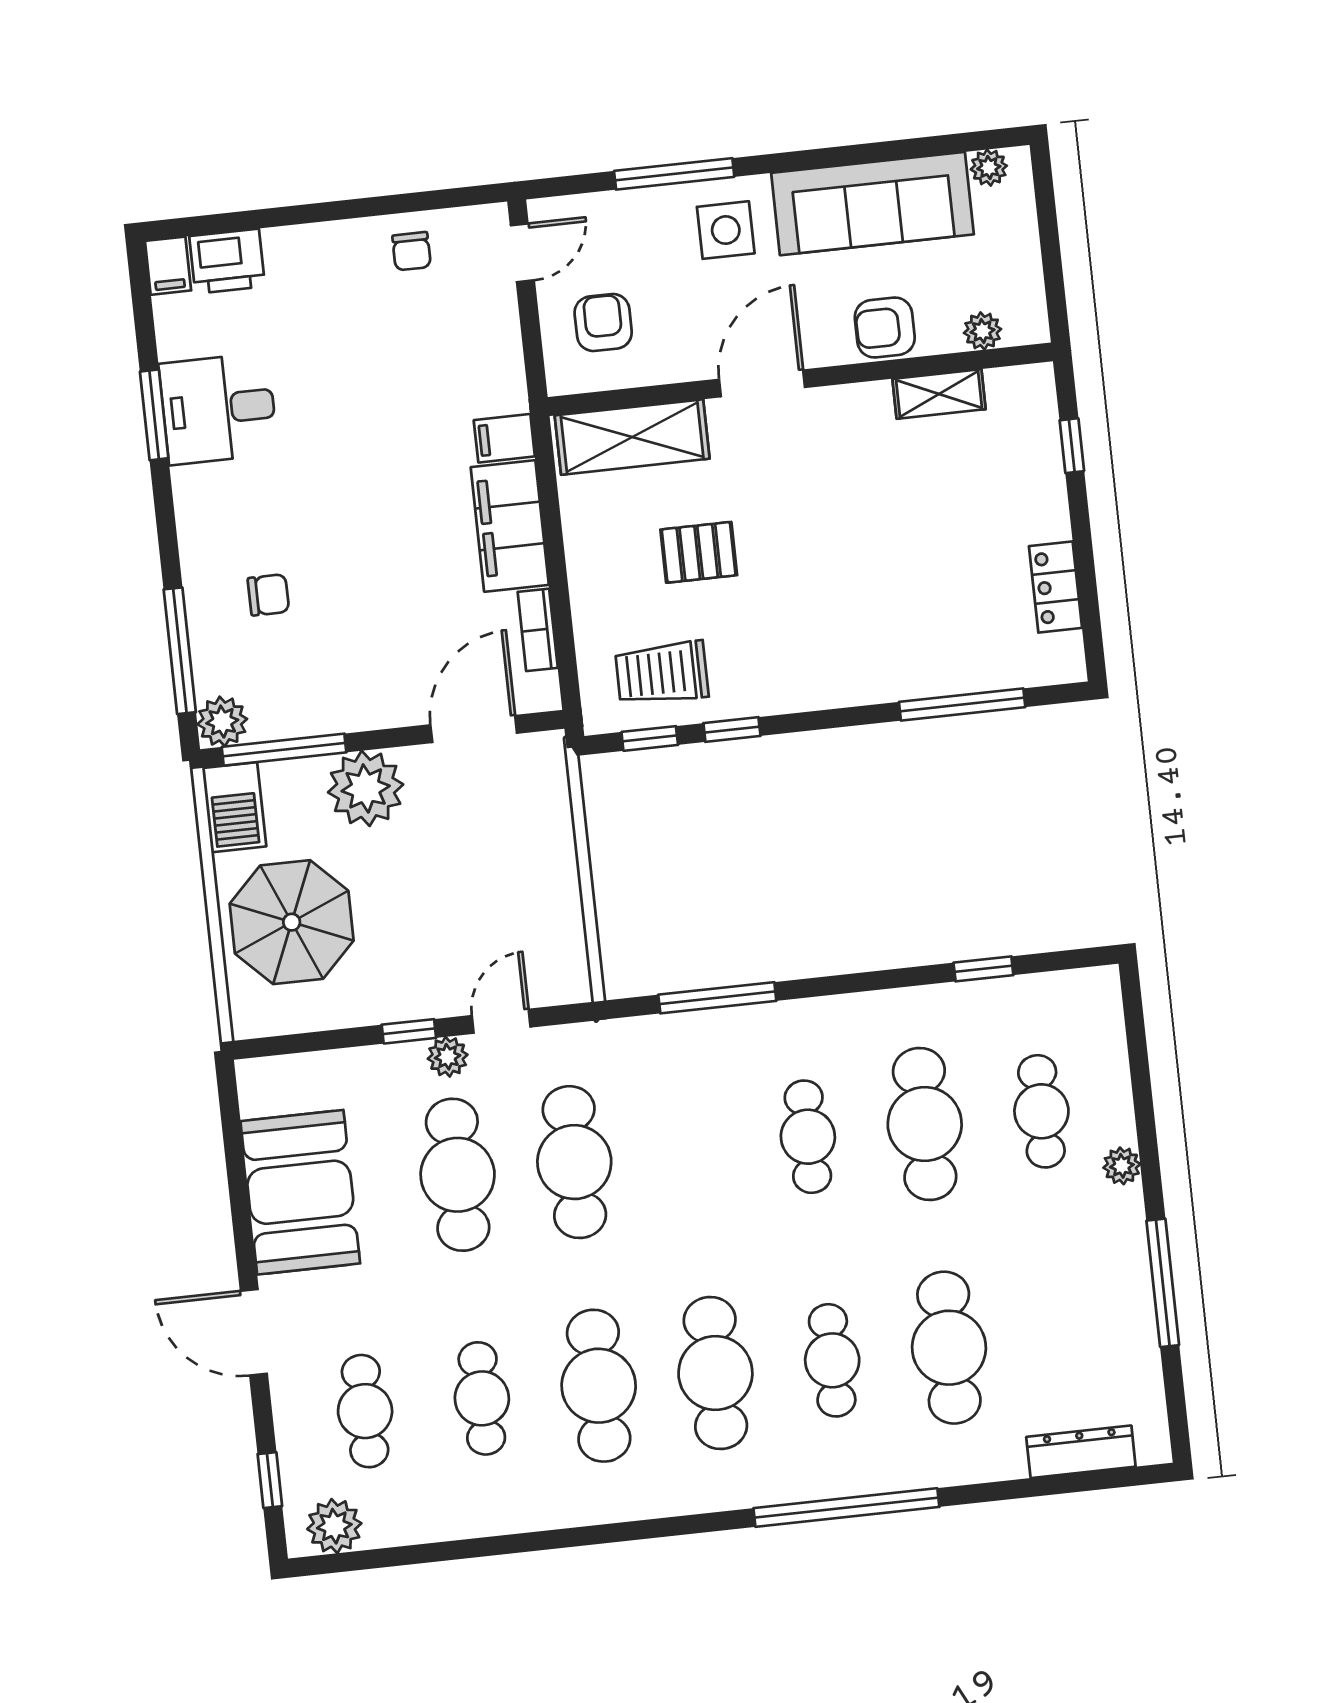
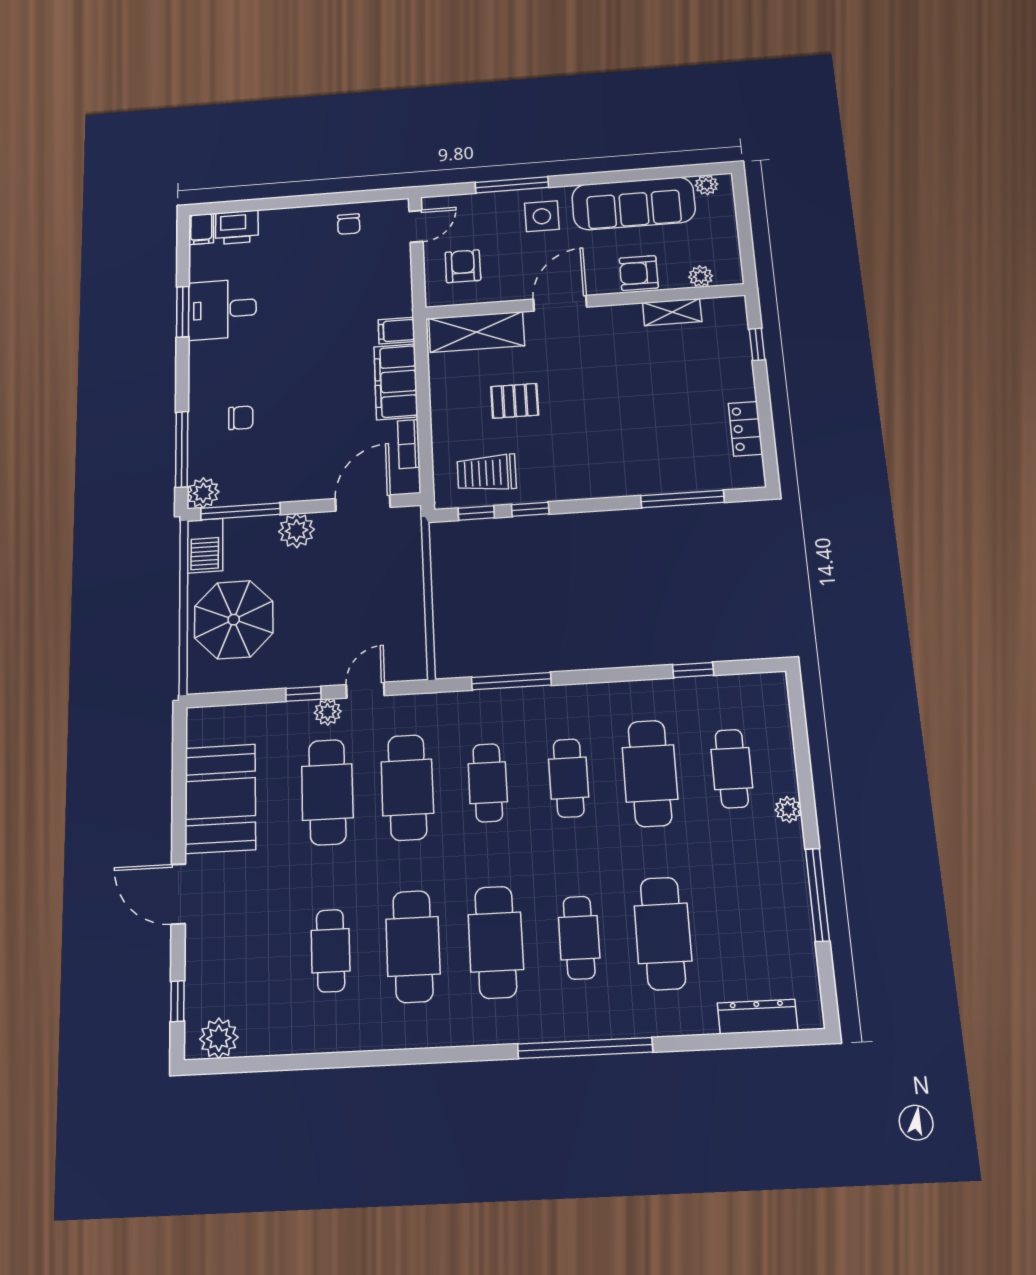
plant: (366, 788) -> (297, 531), width x0.73, depth x0.73
cafe table: (365, 1411) -> (488, 783), moved

